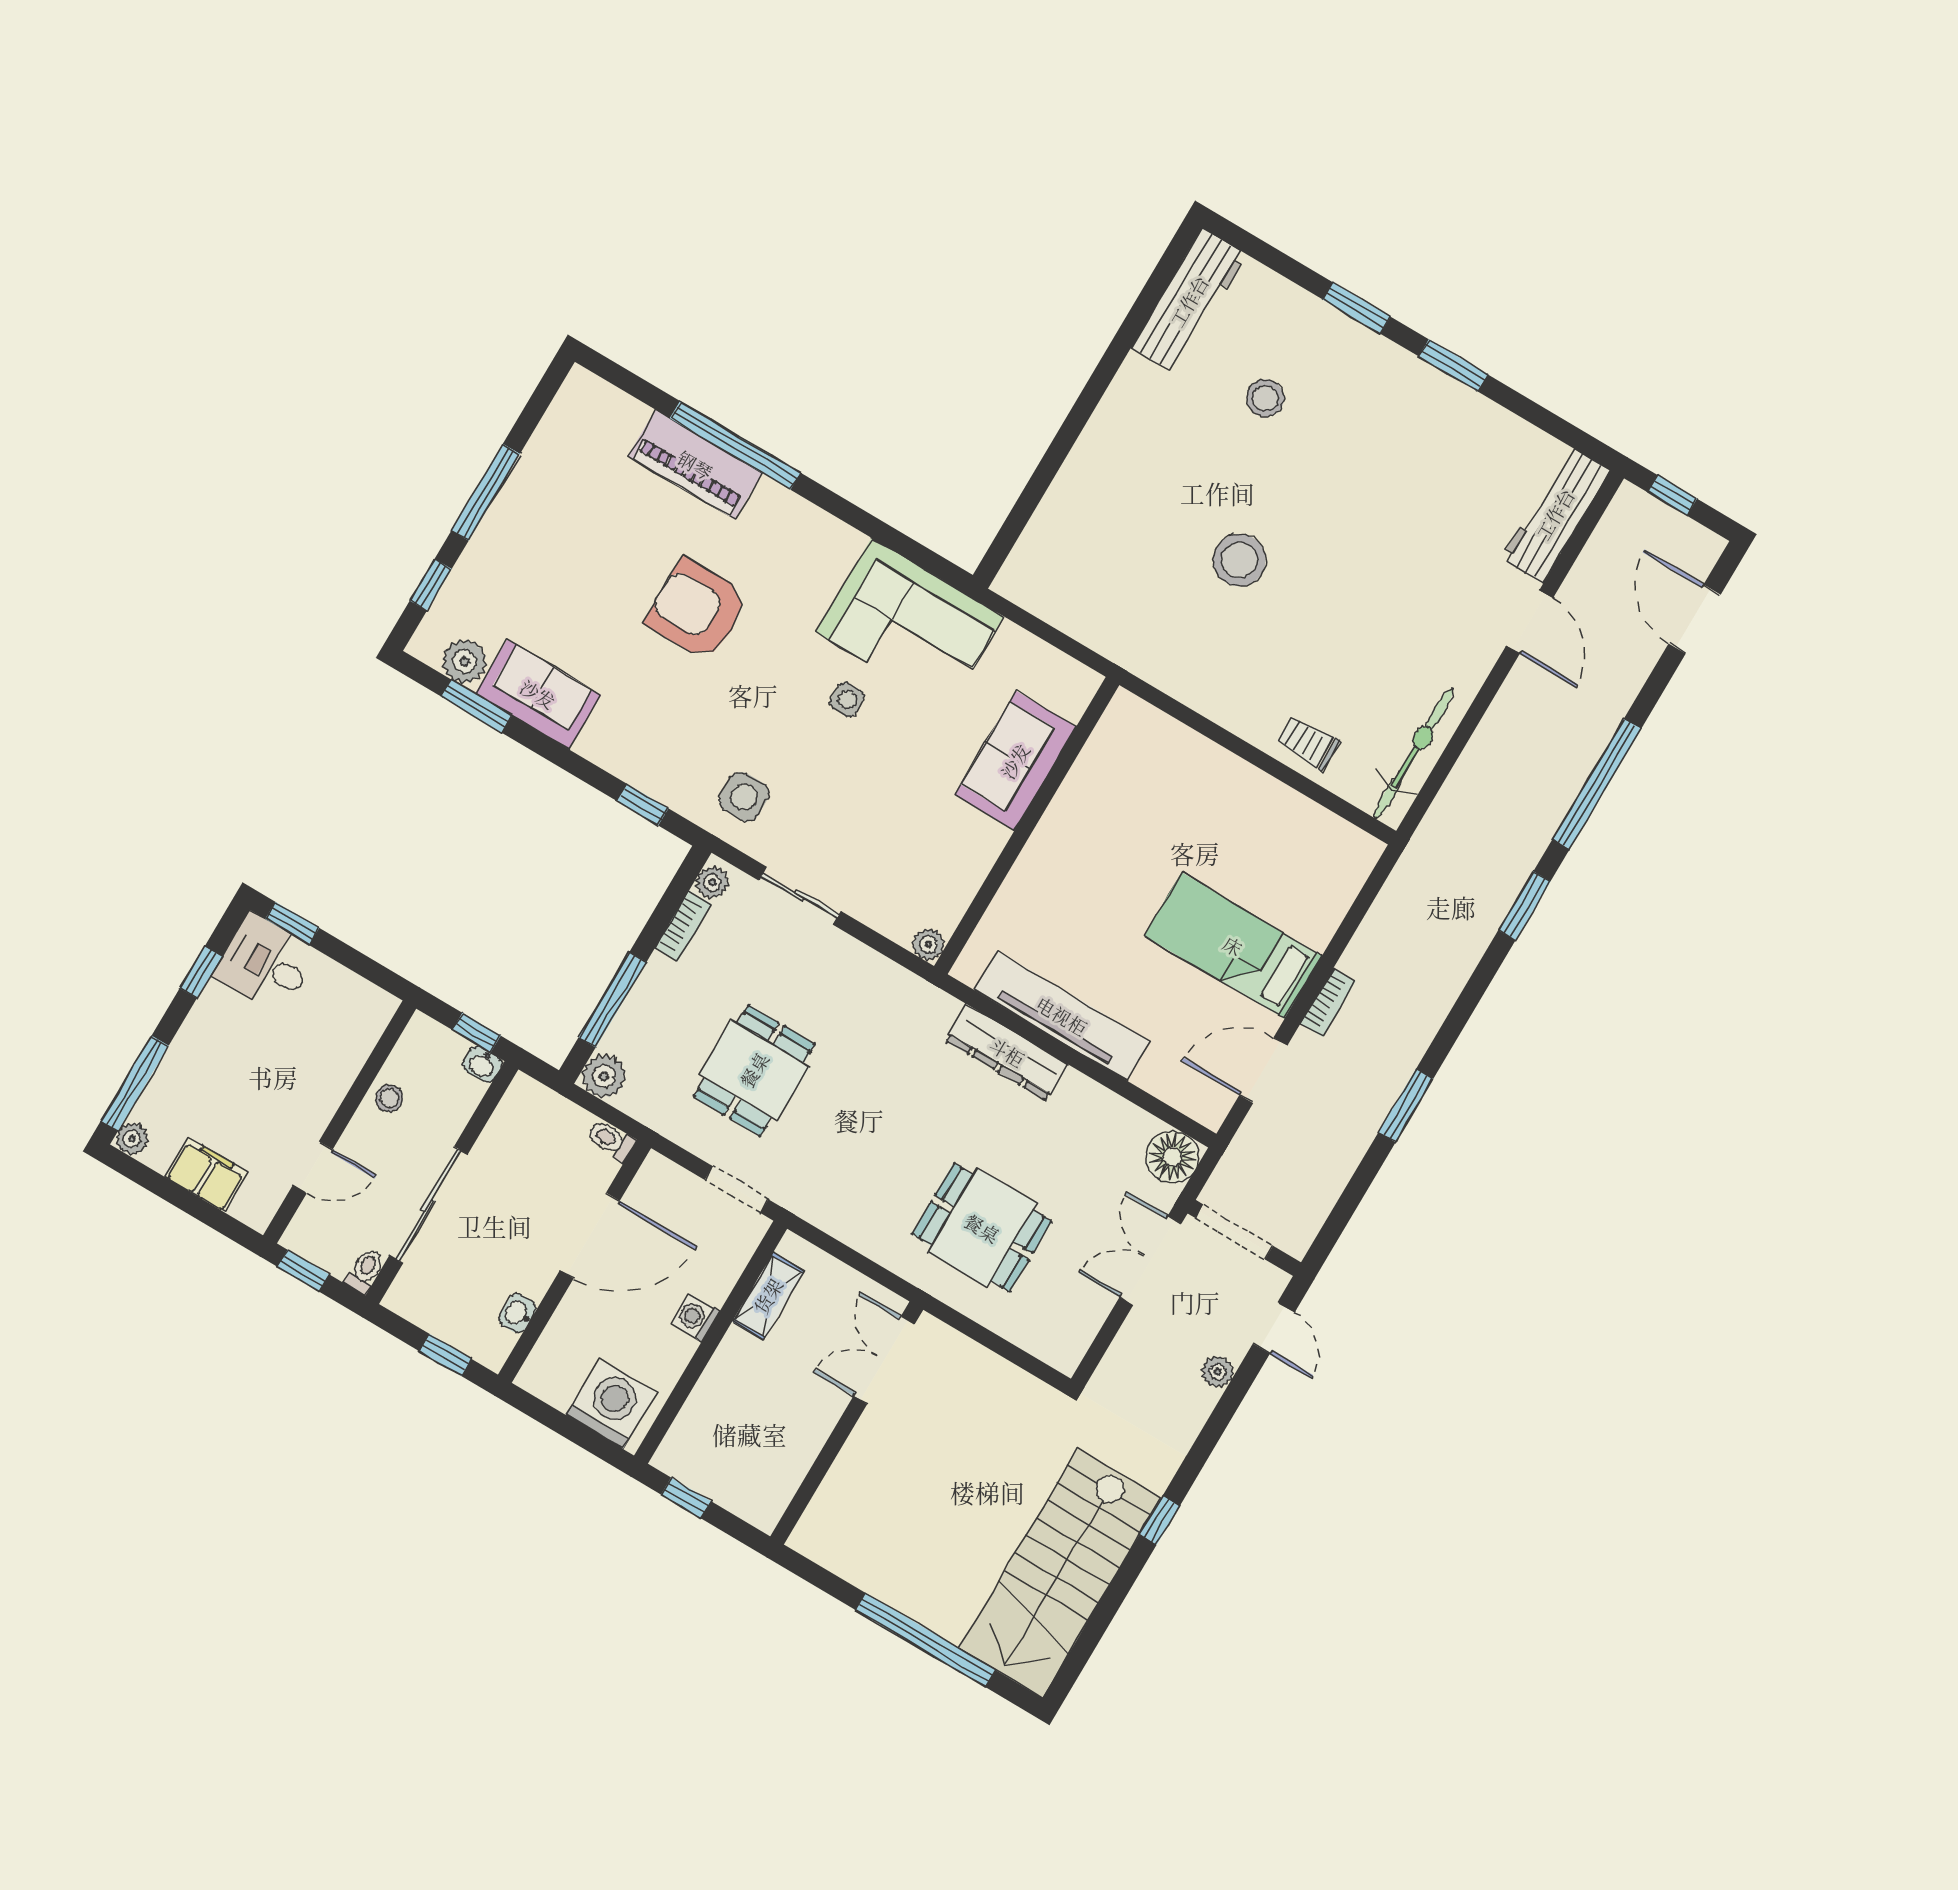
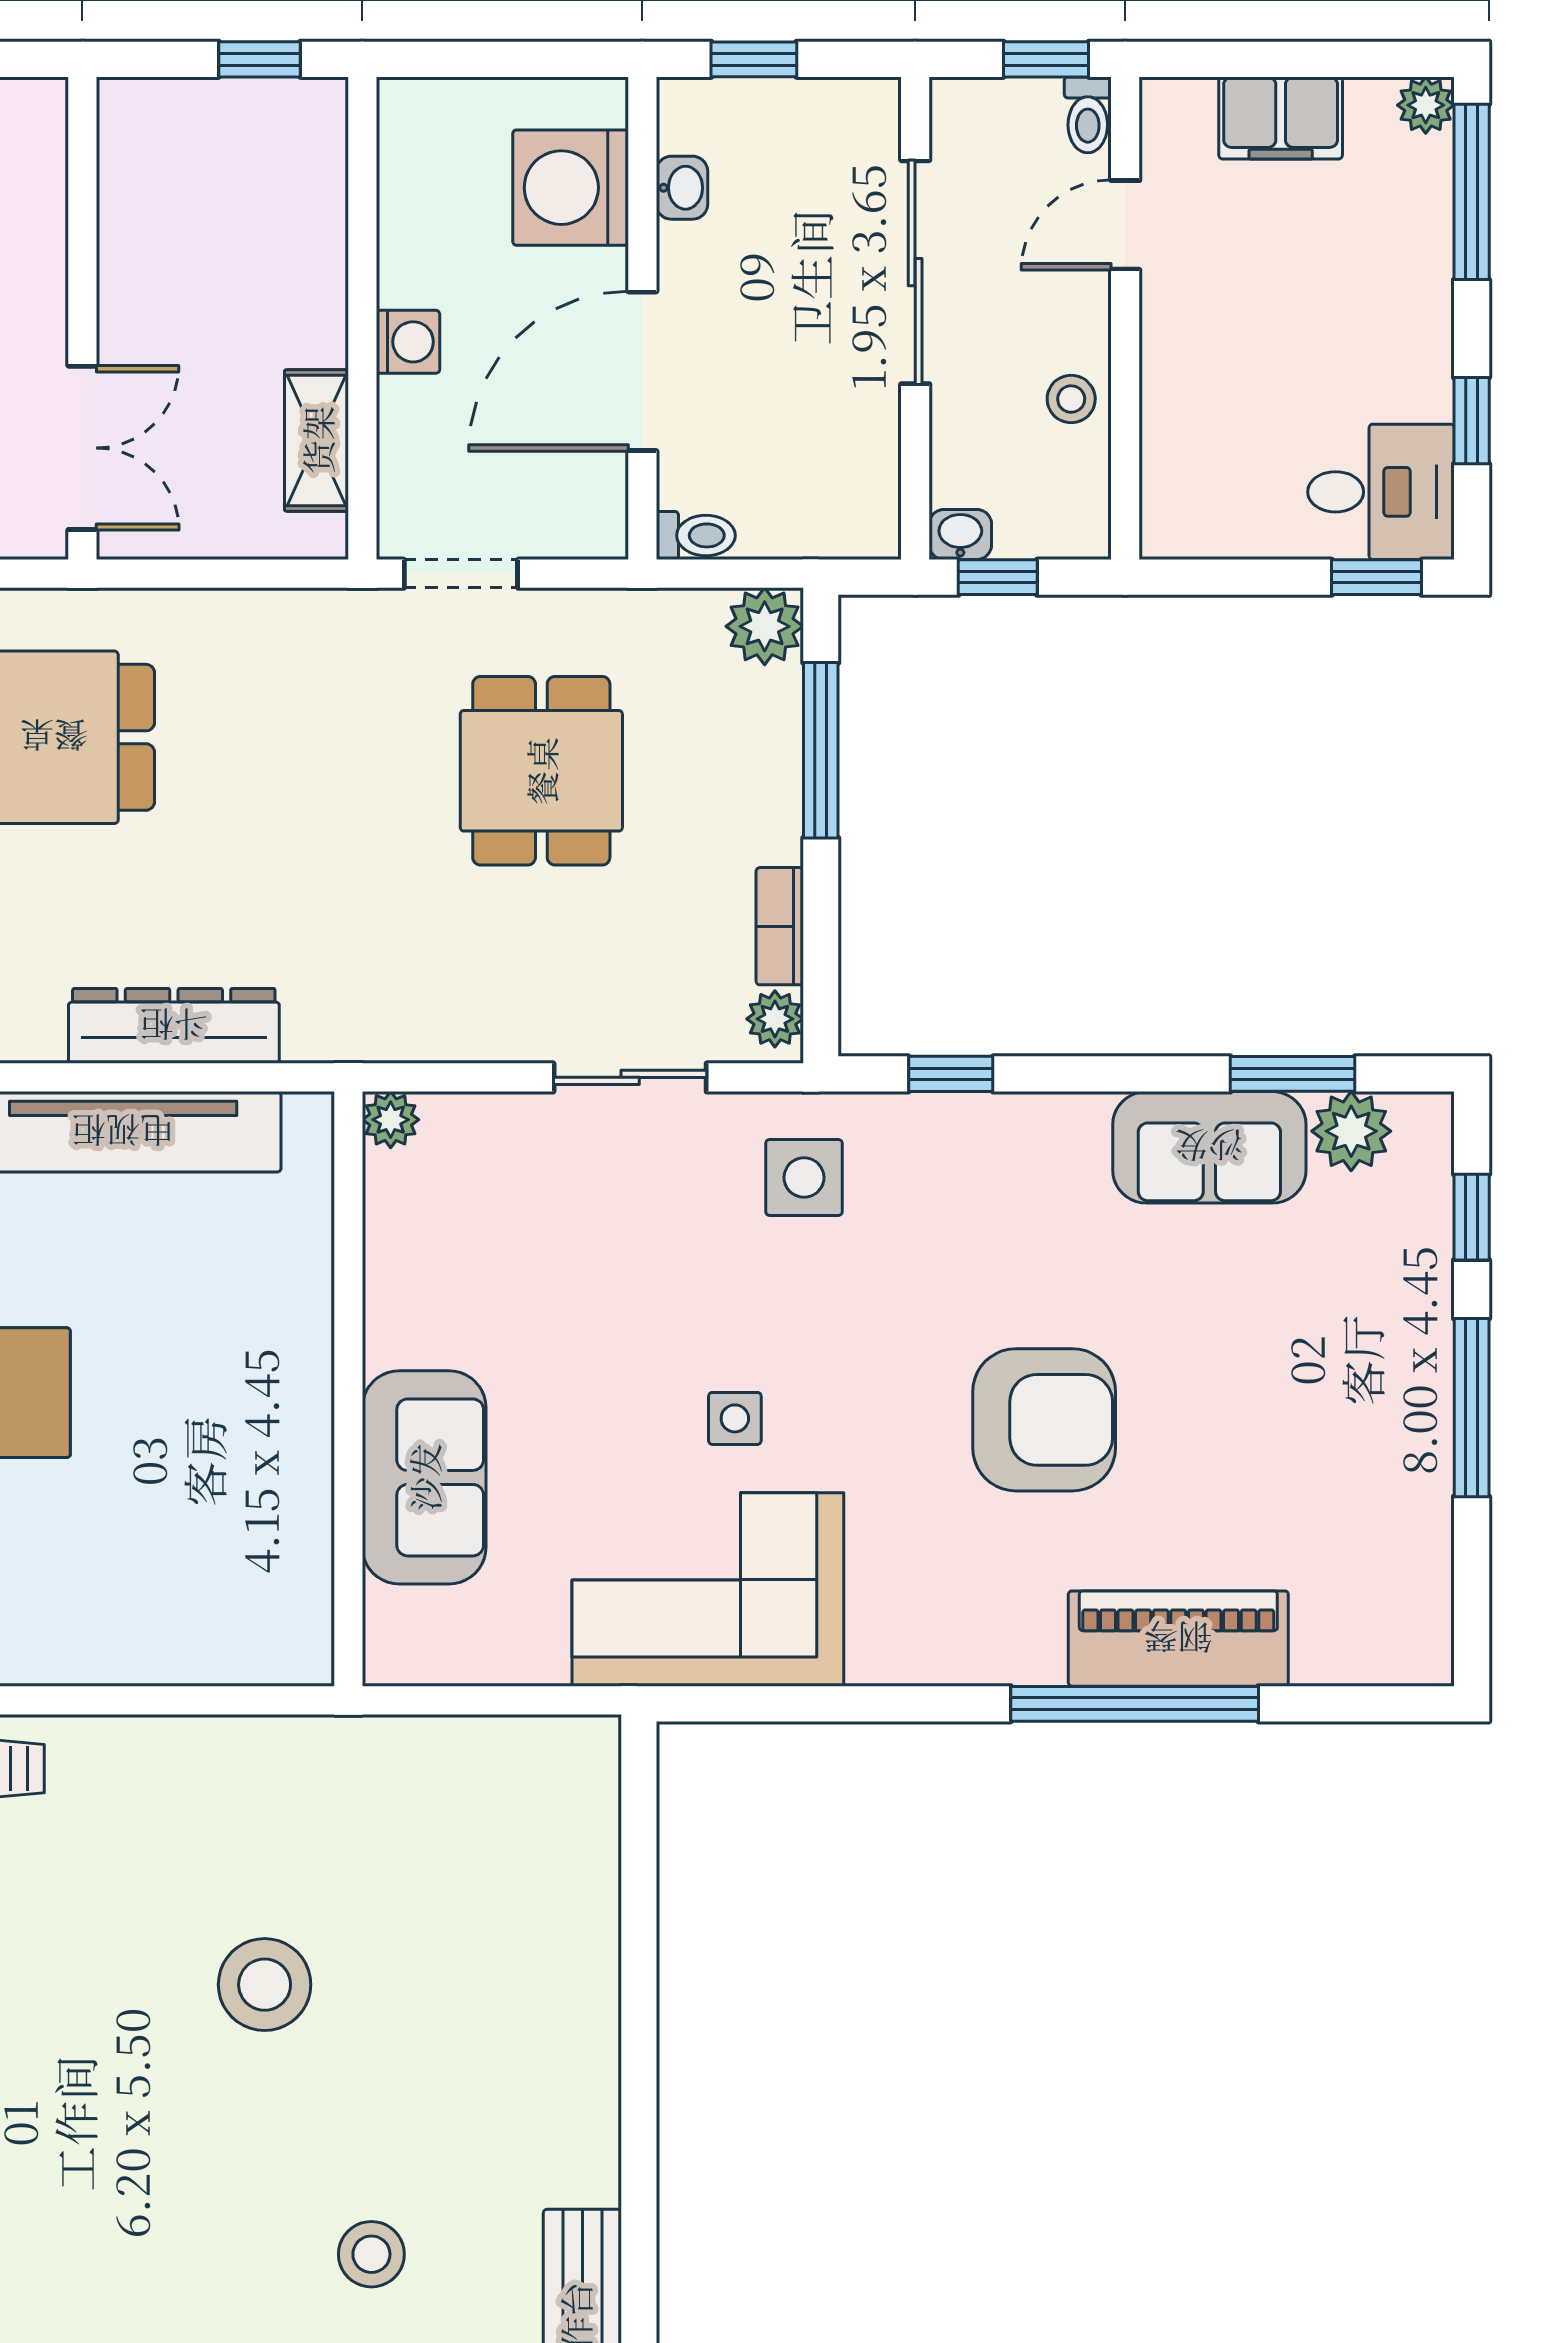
toilet: (365, 1271) -> (1088, 115), moved
washing machine: (611, 1404) -> (571, 188), moved, turned 90

